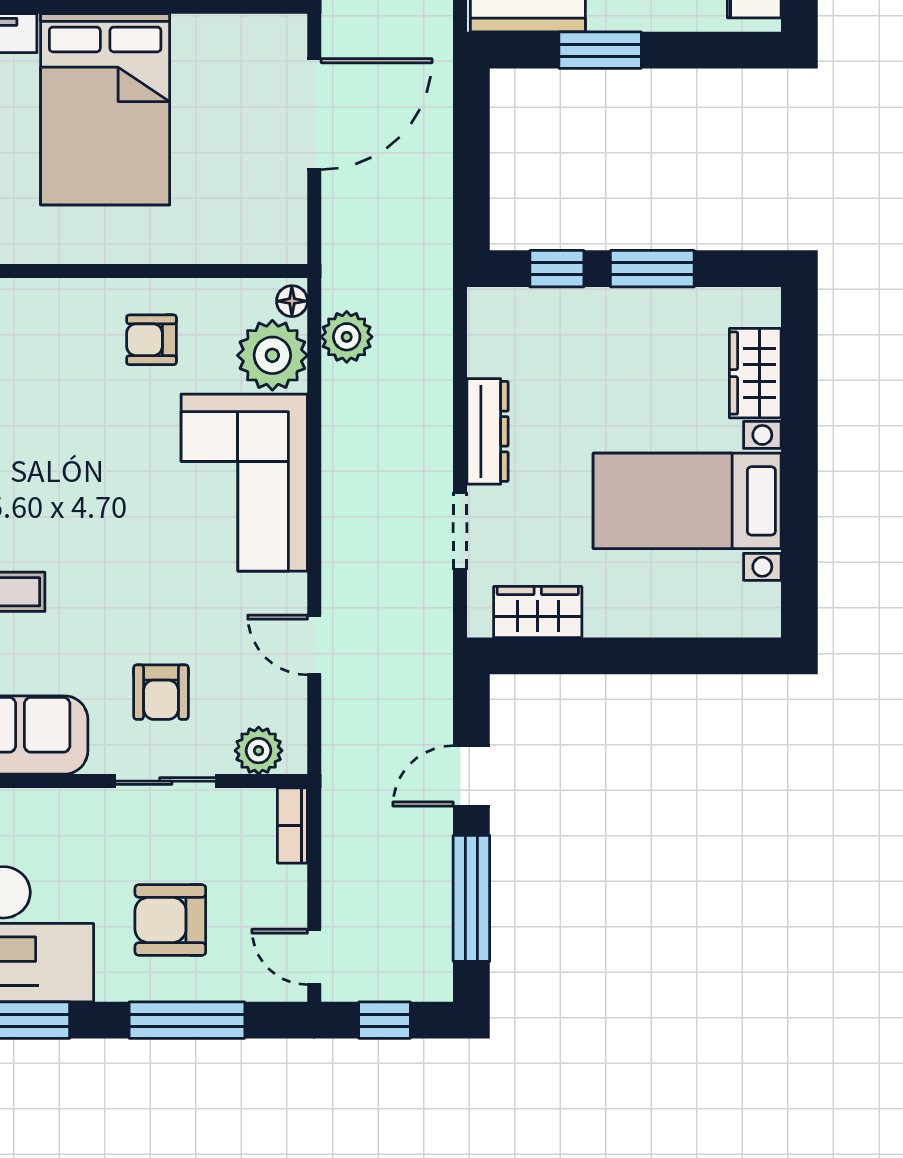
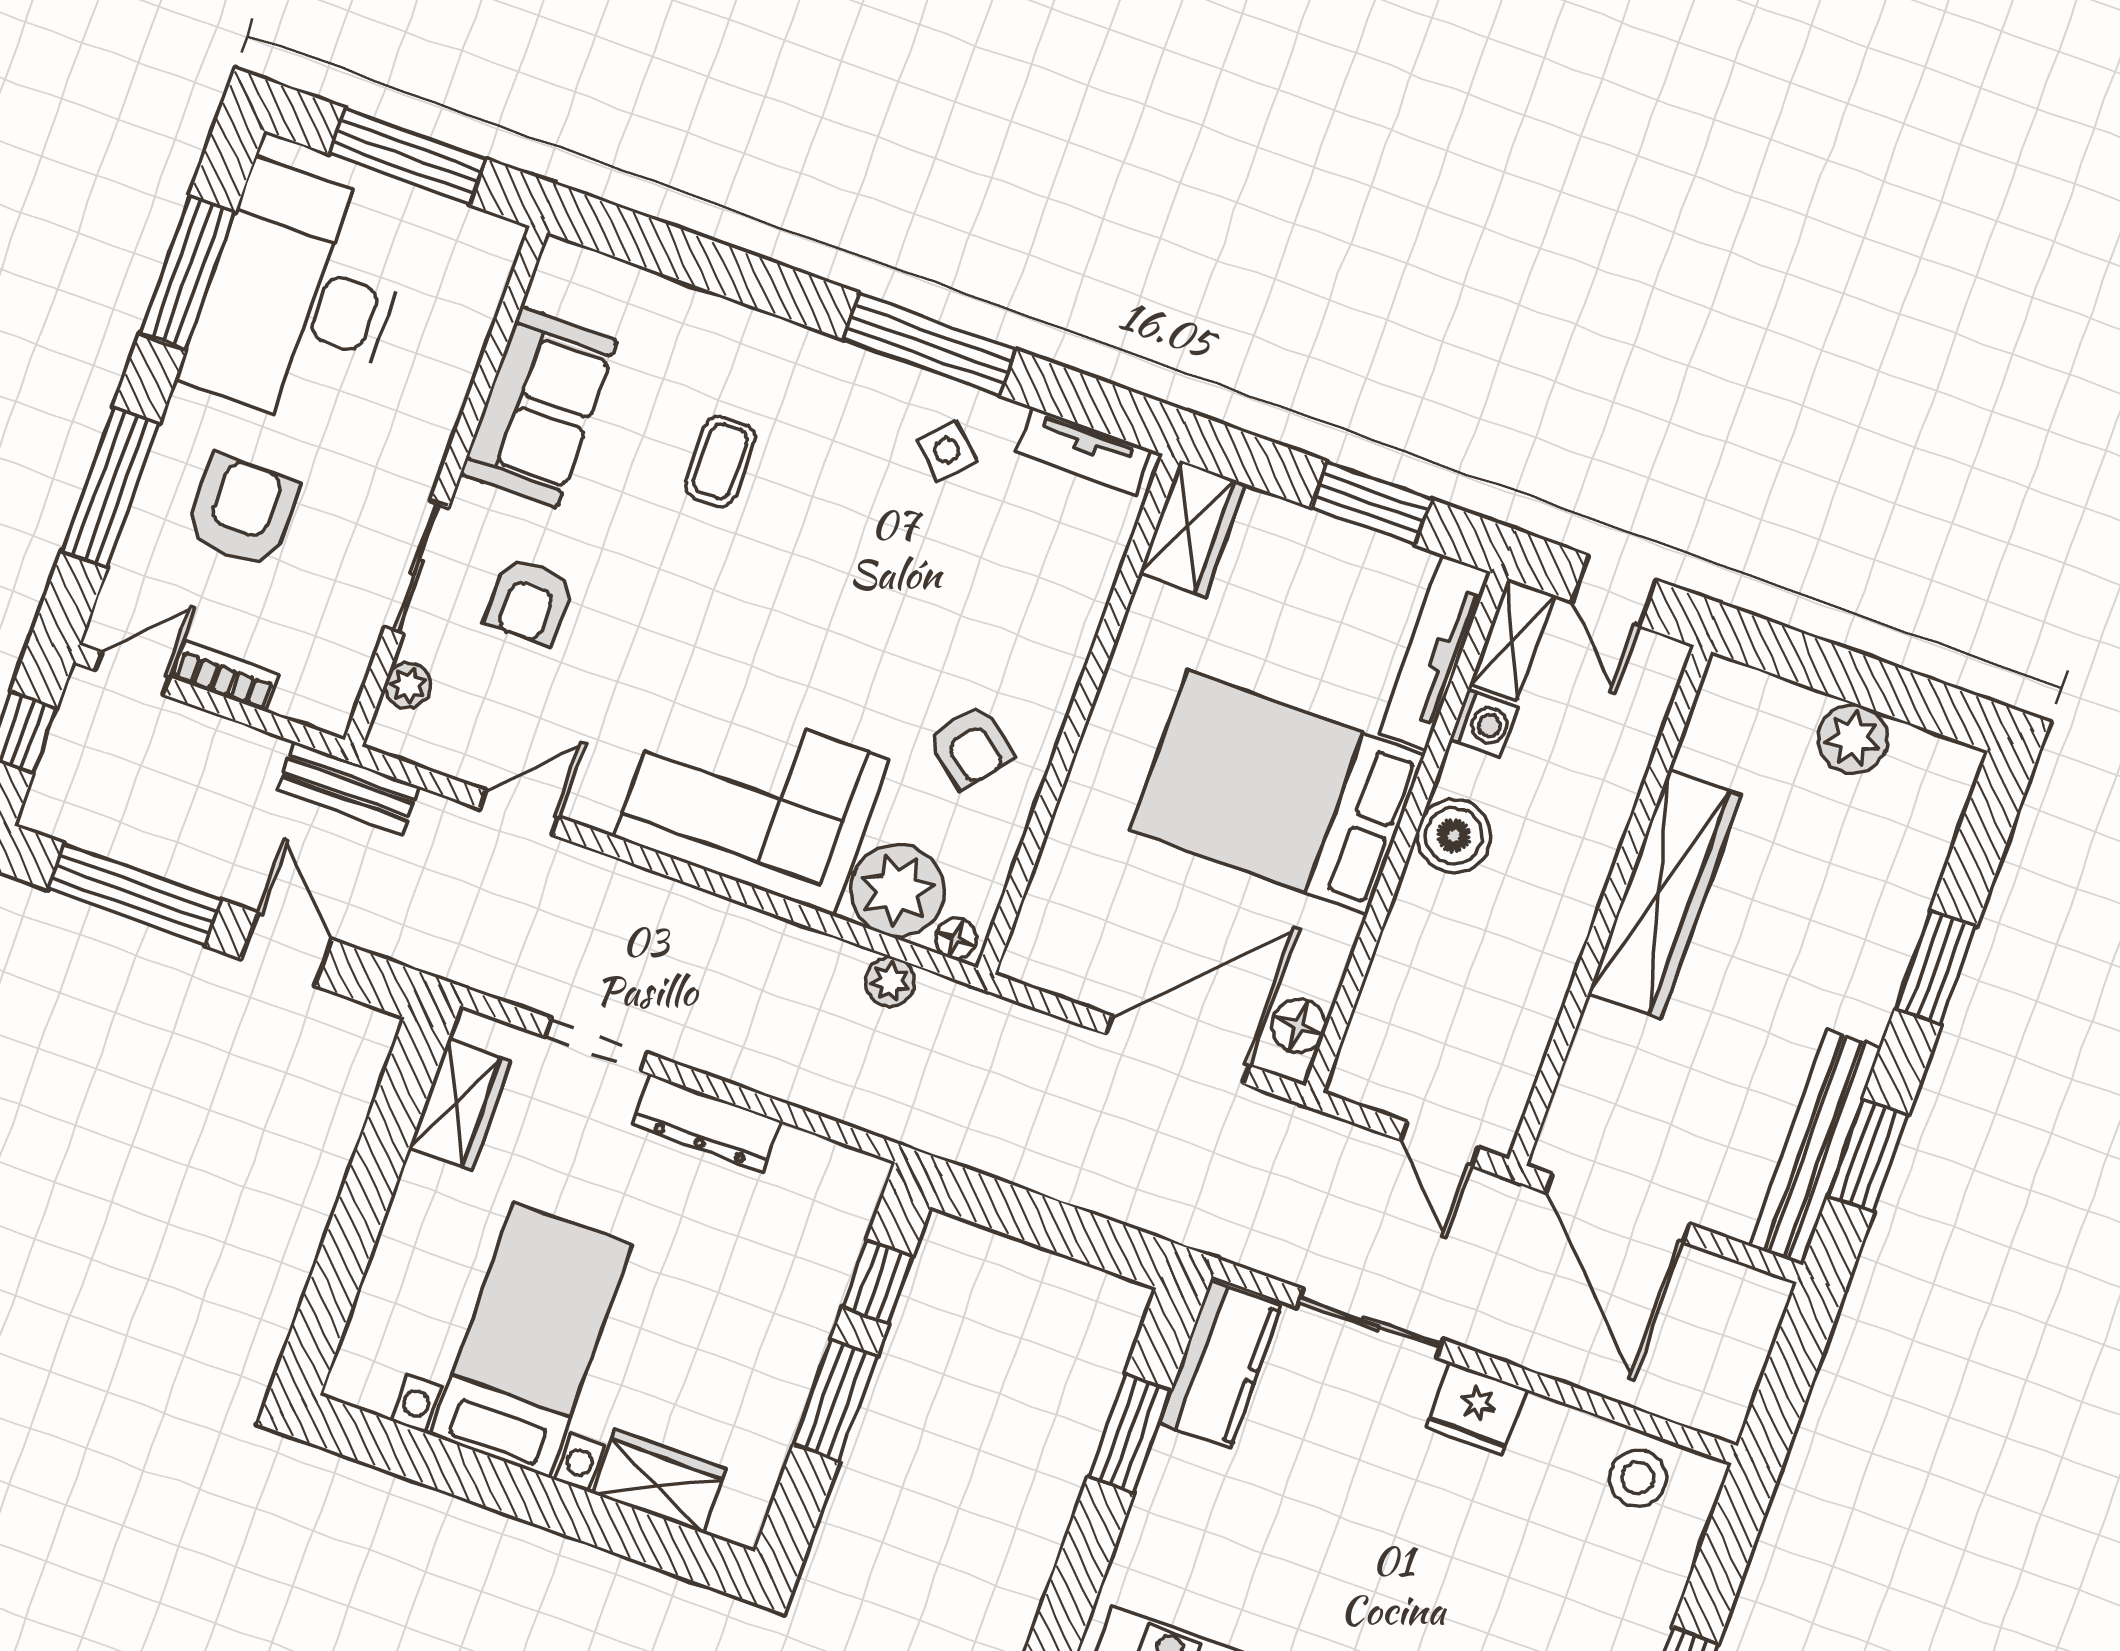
floor lamp: (266, 34) -> (1299, 1026), added
door: (314, 114) -> (1178, 1050), swing flipped
plant: (347, 337) -> (890, 982), width x0.73, depth x0.73
armchair: (151, 340) -> (971, 747), turned 128
armchair: (161, 692) -> (529, 601), turned -90
plant: (259, 751) -> (408, 685), width x0.73, depth x0.73
bench: (340, 773) -> (348, 788), added
bookcase: (292, 825) -> (226, 676), moved

